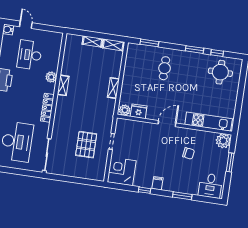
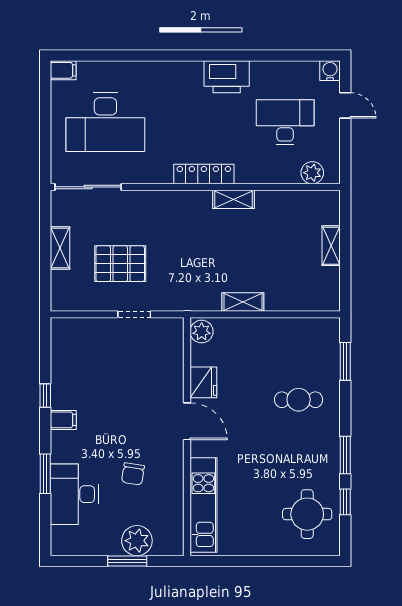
door: (26, 25) -> (345, 105), hinge flipped
shelving: (113, 45) -> (60, 248), moved
plant: (51, 77) -> (312, 173), moved
locker: (47, 108) -> (204, 174), moved
fridge: (139, 111) -> (203, 382), moved
plant: (223, 141) -> (137, 541), moved
corner desk: (122, 171) -> (76, 344), removed
desk: (210, 186) -> (74, 494), moved, width x1.37

